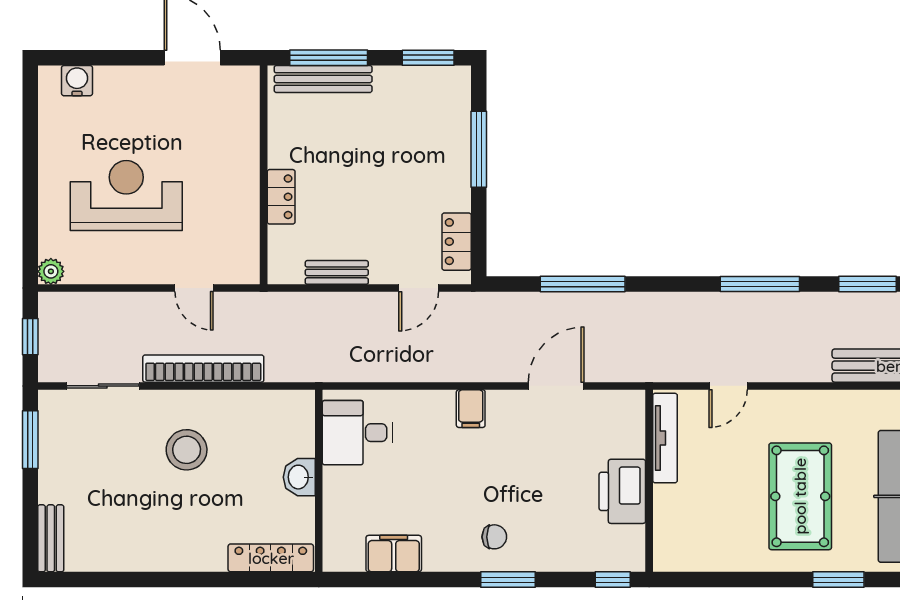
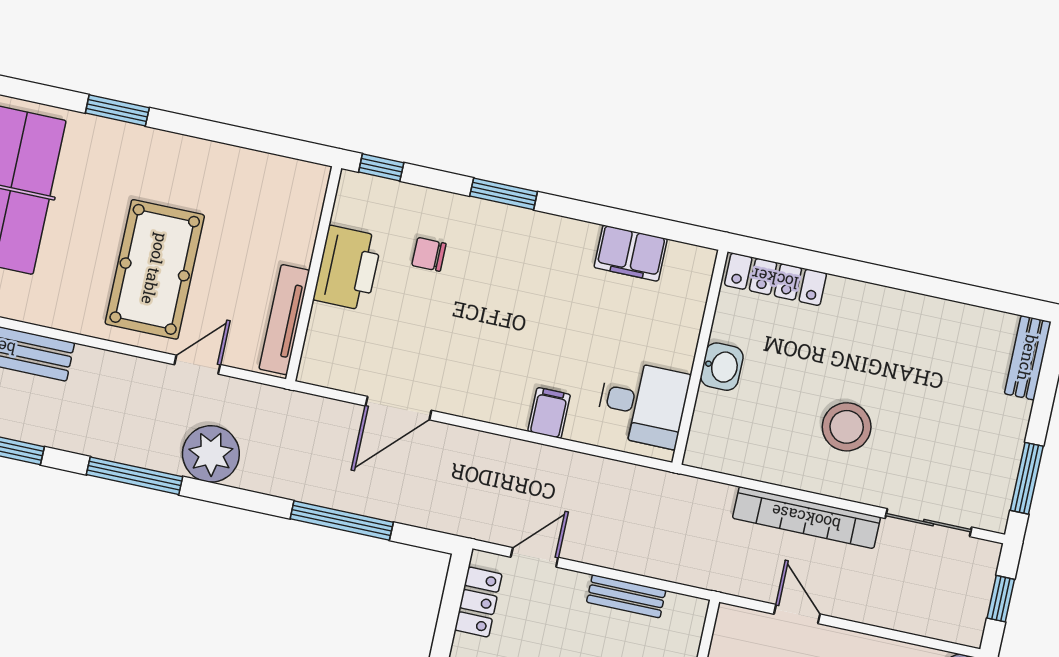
plant: (701, 315) -> (211, 454), added
filing cabinet: (471, 409) -> (549, 413), moved
pool table: (800, 496) -> (155, 269), moved
chair: (494, 537) -> (429, 254), moved

